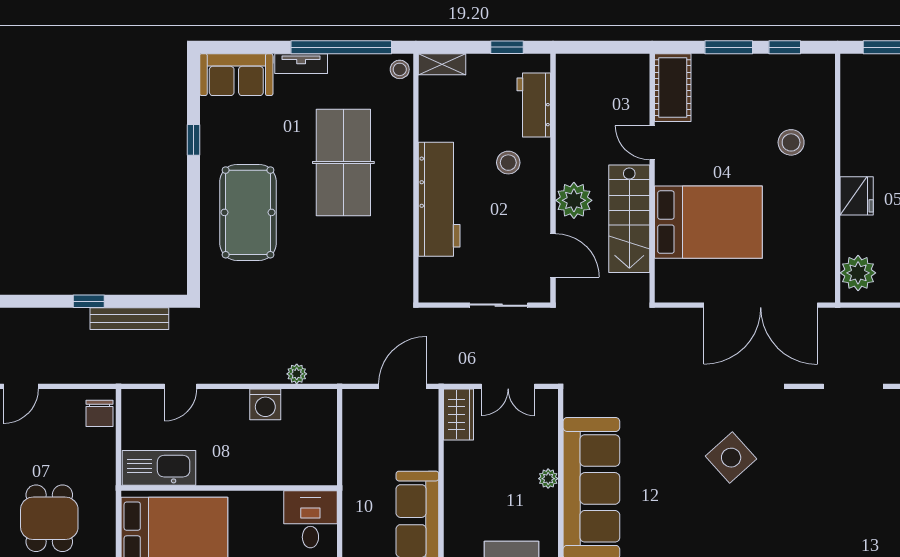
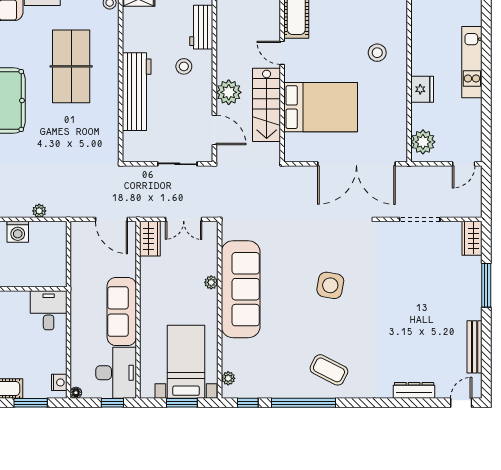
door: (402, 386) -> (111, 219), swing flipped
side table: (731, 458) -> (330, 285), moved, turned -38

